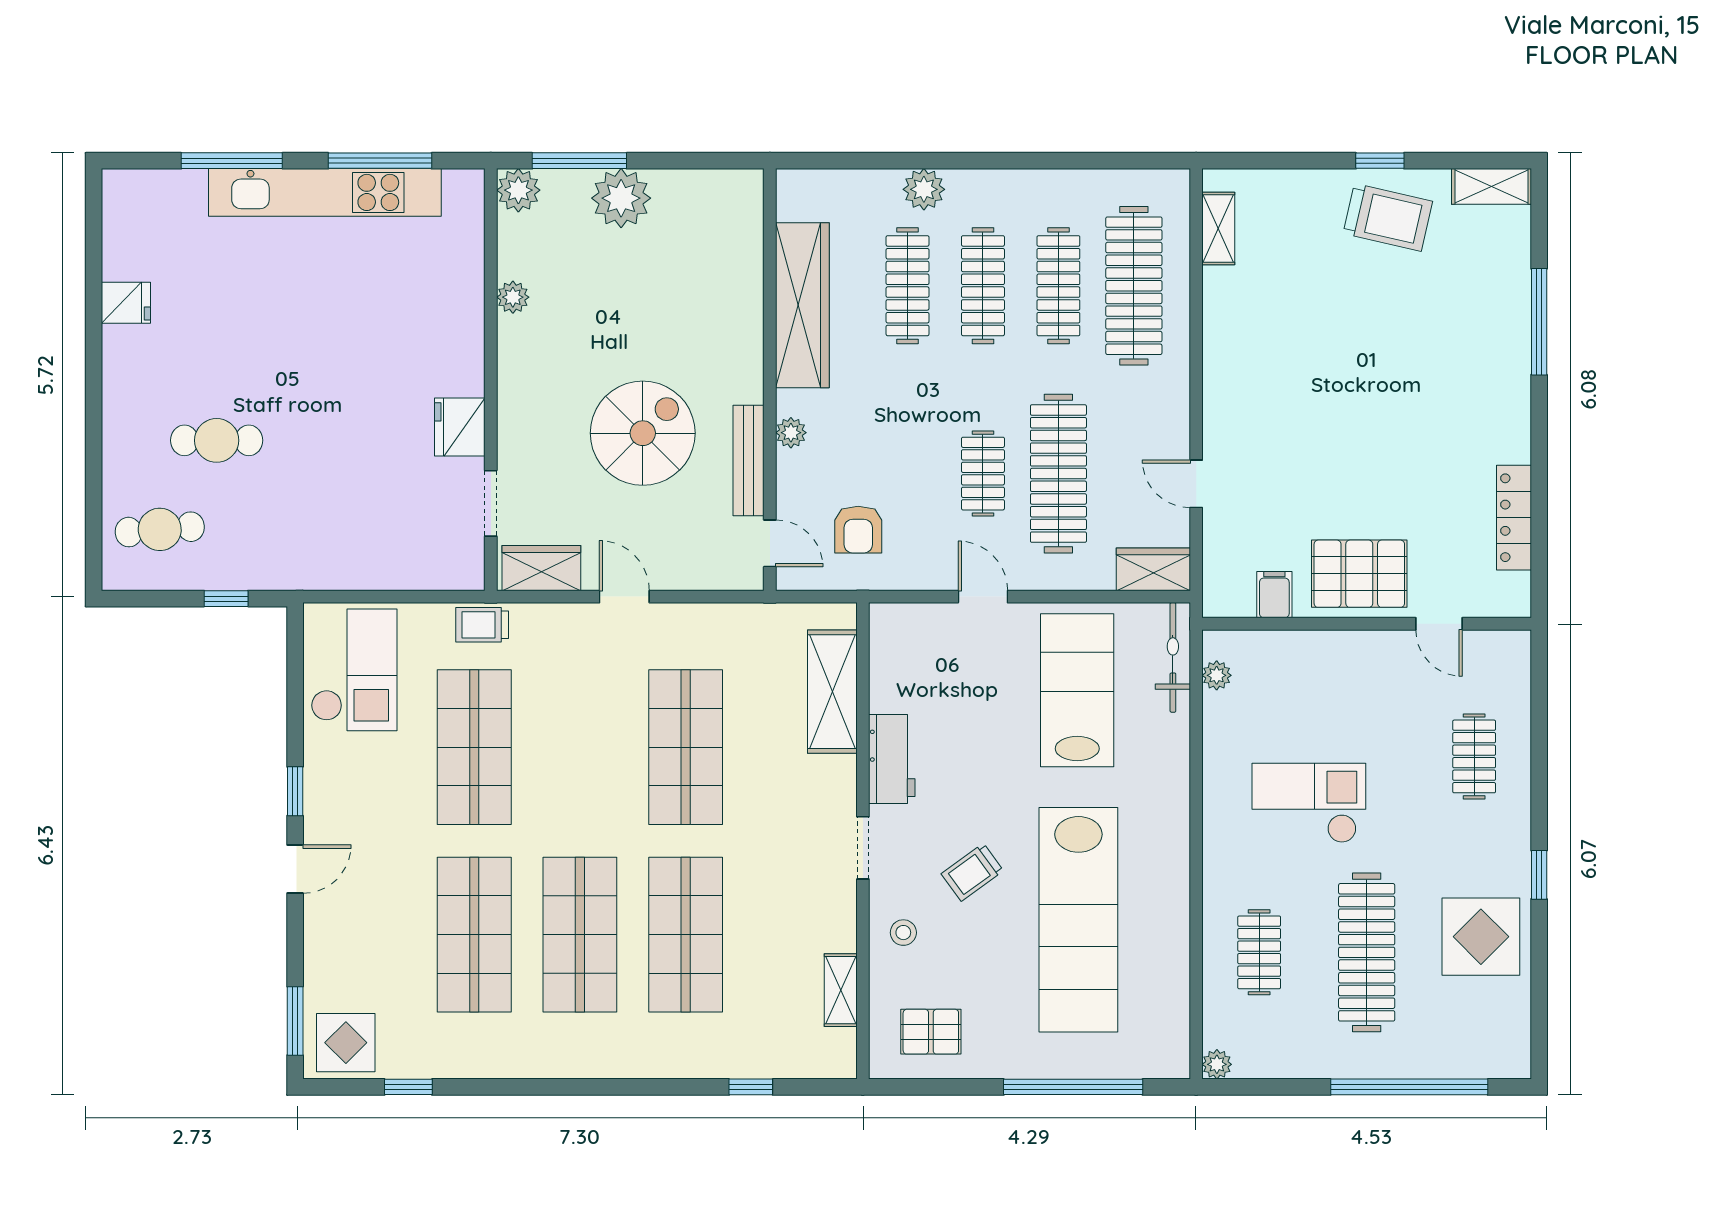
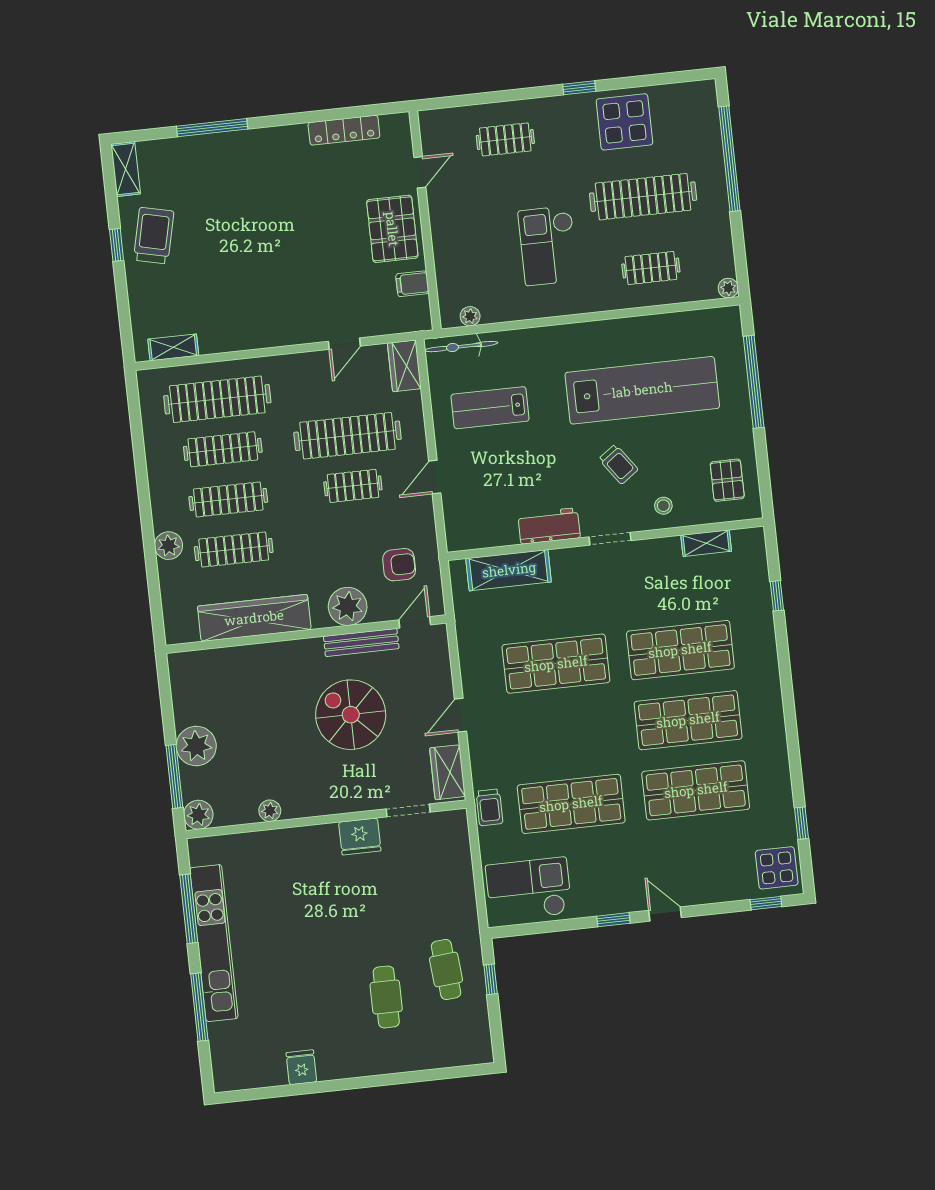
plant: (791, 433) -> (348, 606), width x1.88, depth x1.88
cafe table: (160, 529) -> (446, 970), moved
lab bench: (1077, 690) -> (490, 408), width x0.73, depth x0.72
window: (295, 1021) -> (766, 903), width x0.67

